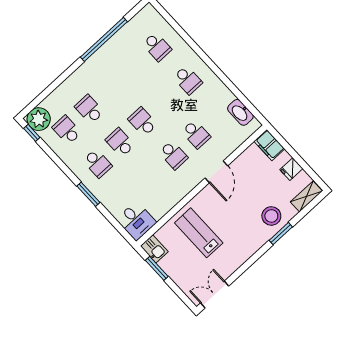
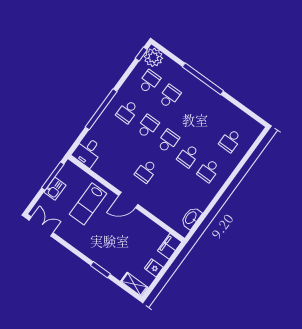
window: (104, 39) -> (203, 79), moved
school desk: (196, 134) -> (188, 156), moved
door: (216, 172) -> (128, 200), moved
window: (88, 194) -> (101, 109), width x2.11
stool: (271, 216) -> (113, 259), removed
lab bench: (199, 233) -> (88, 204), turned 180
kitchen sink: (154, 249) -> (55, 189), moved
window: (157, 268) -> (53, 176), width x1.44

